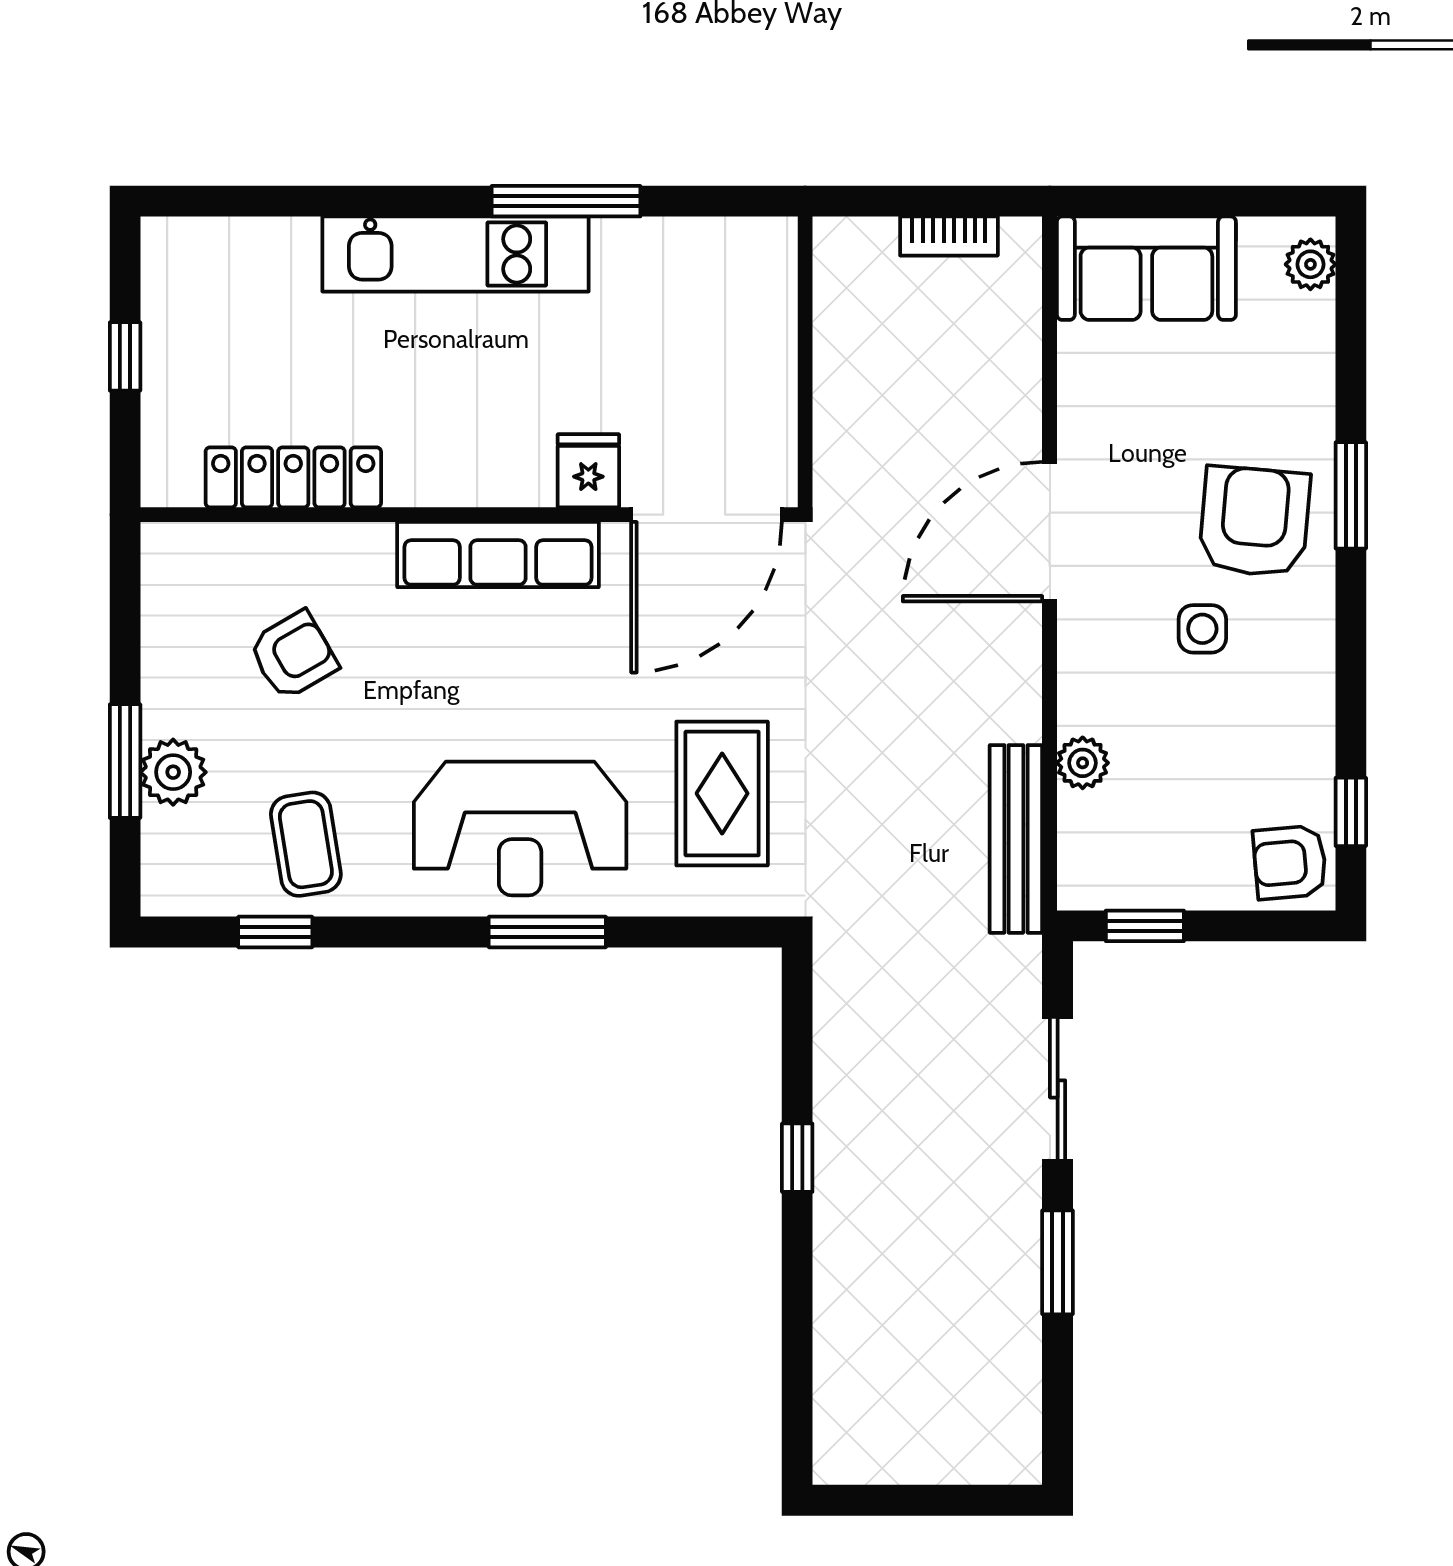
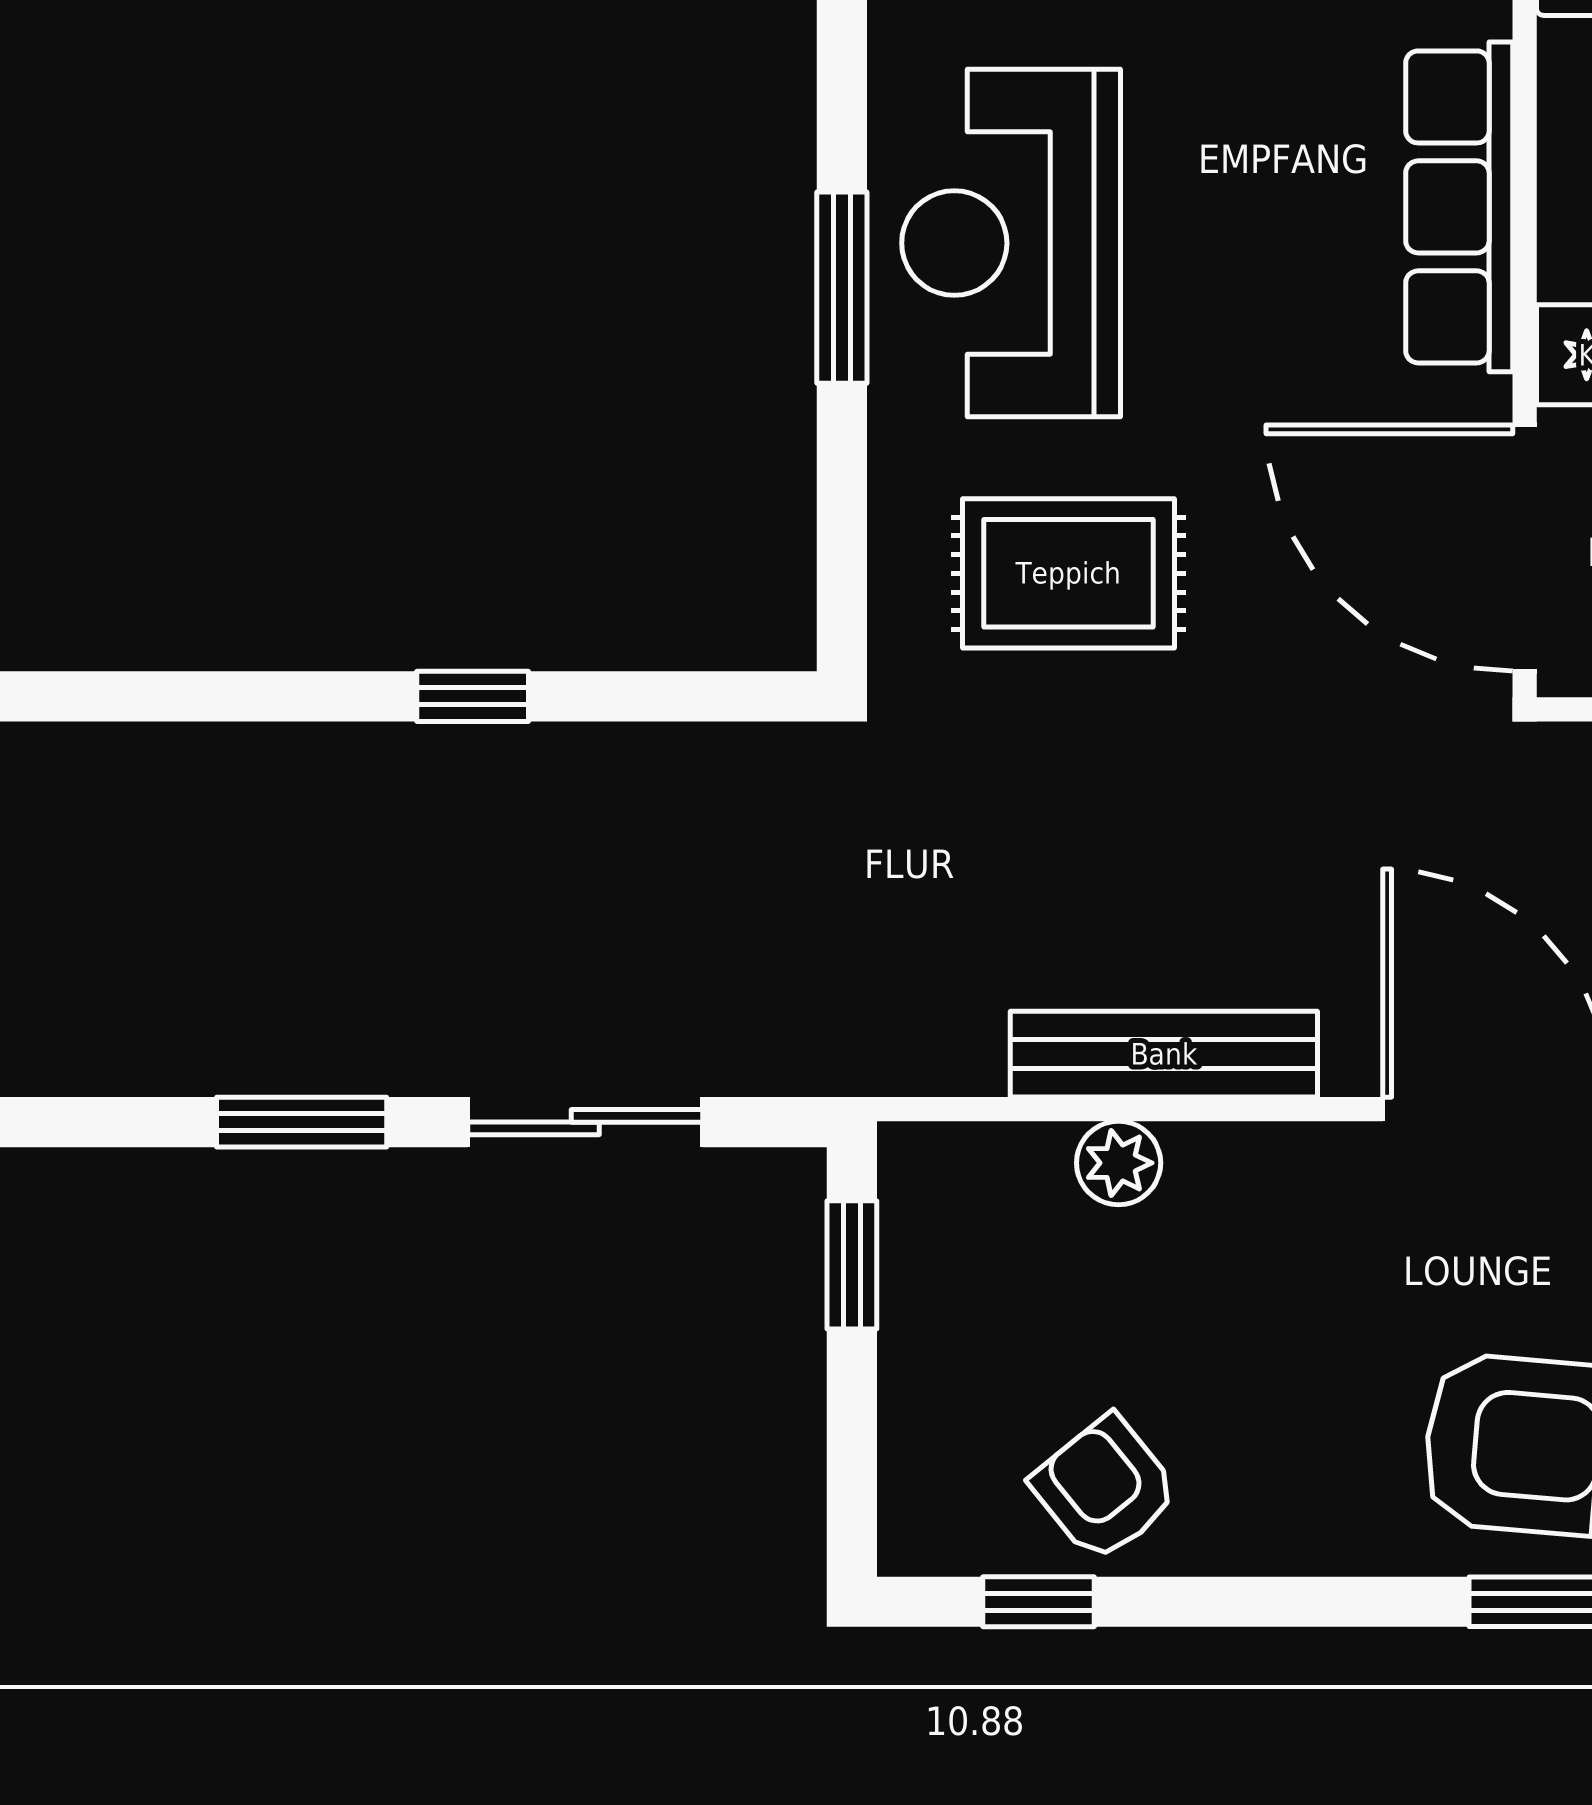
side table: (1202, 629) -> (1338, 1359), removed
bench: (1016, 839) -> (1164, 1054), moved
armchair: (1290, 862) -> (1105, 1489), moved, turned -34

